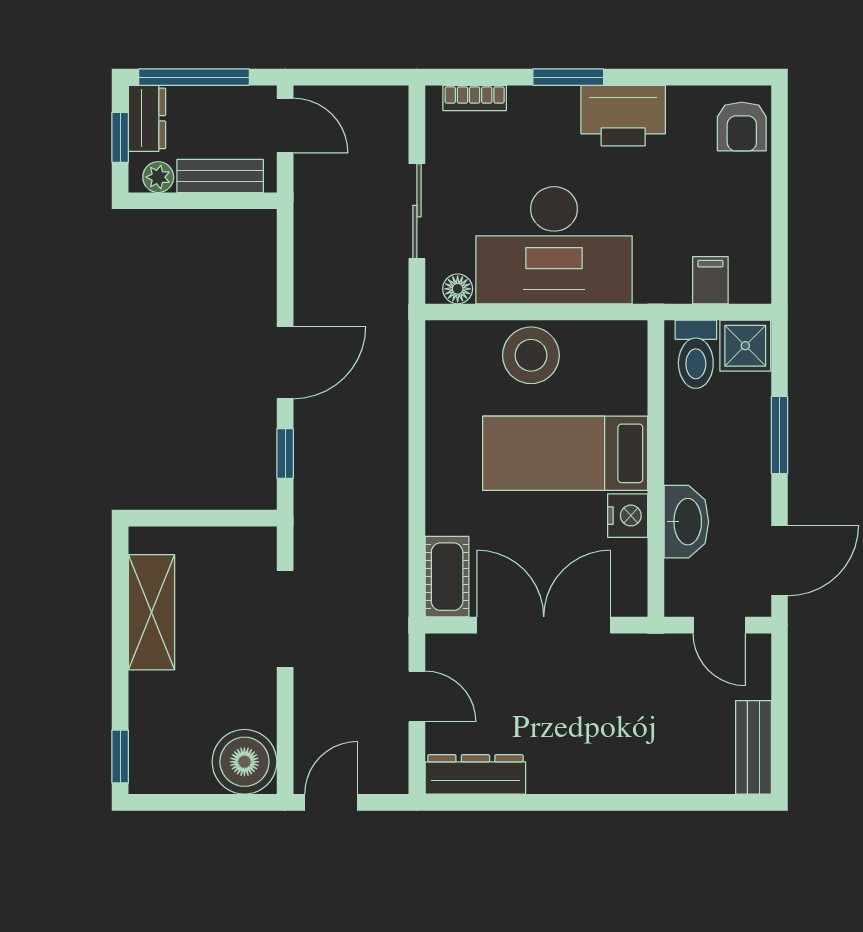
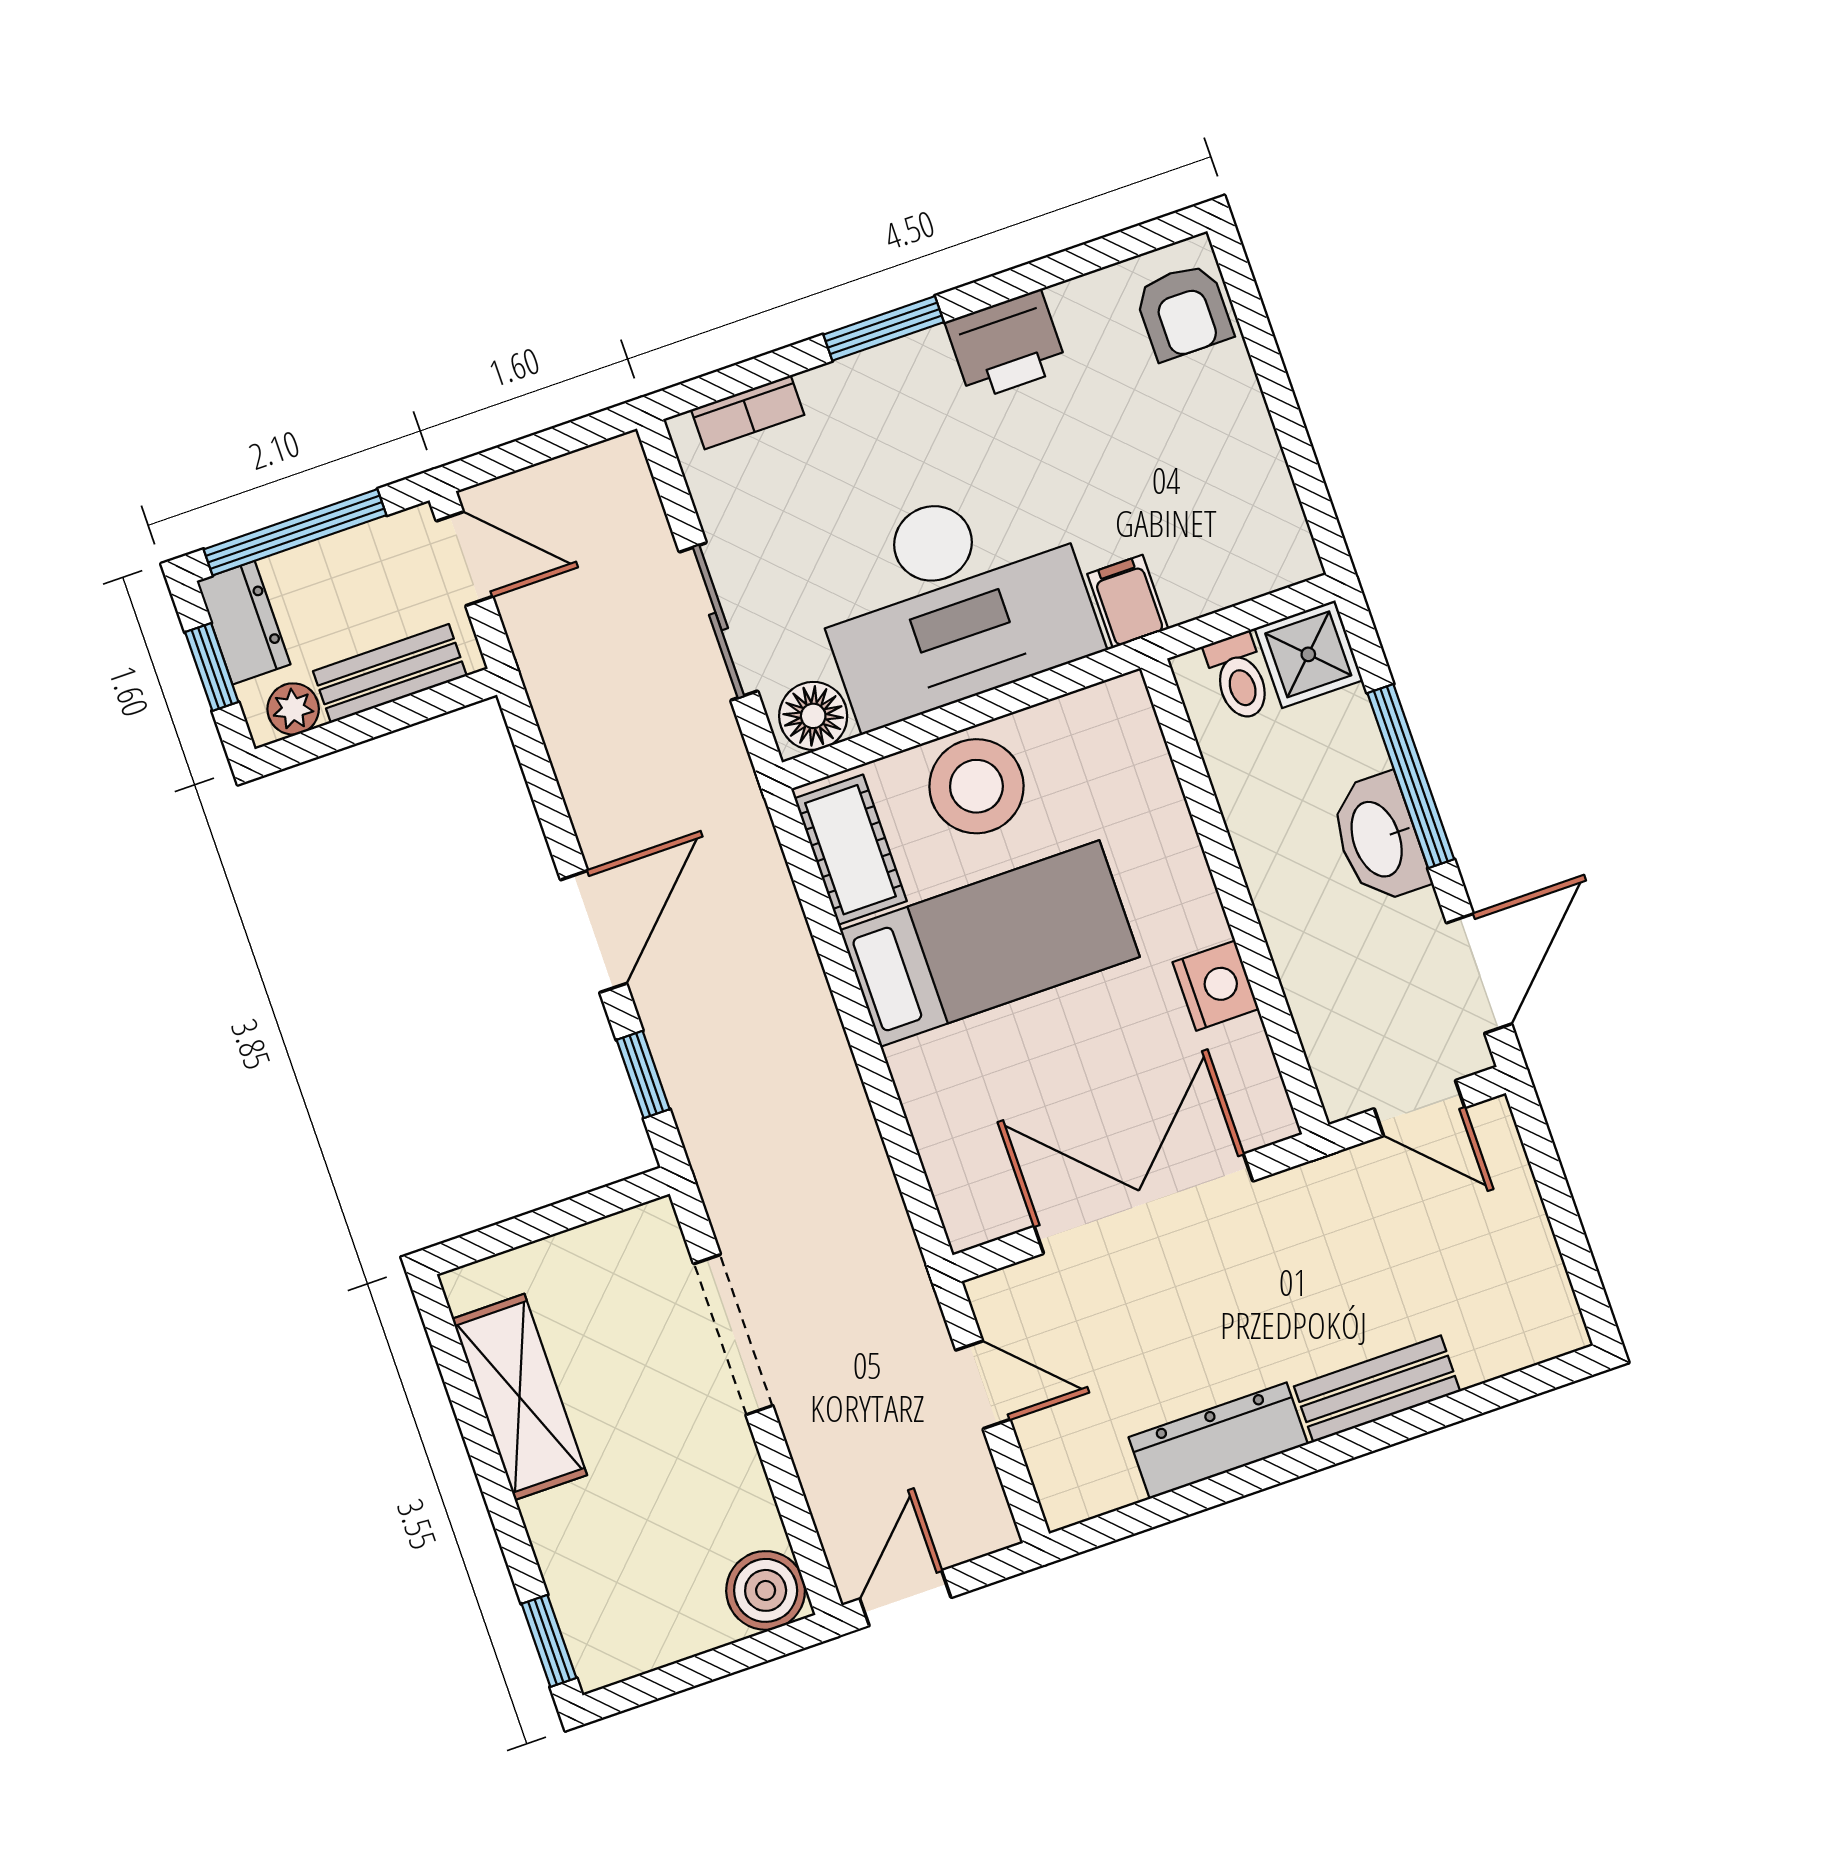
printer: (623, 116) -> (1006, 345), width x0.73, depth x0.84
filing cabinet: (710, 280) -> (1128, 601), moved
floor lamp: (458, 289) -> (813, 716), width x1.37, depth x1.37
toilet: (696, 354) -> (1239, 677), width x0.73, depth x0.72
window: (780, 435) -> (1411, 776), width x1.44
bed: (565, 453) -> (990, 944), moved, turned 180
washbasin: (686, 522) -> (1379, 838), moved, turned 180
cot: (447, 577) -> (851, 850), moved
bench: (753, 747) -> (1377, 1389), moved, turned 90
boiler: (244, 762) -> (766, 1590), width x0.73, depth x0.73
dresser: (475, 774) -> (1218, 1441), moved

